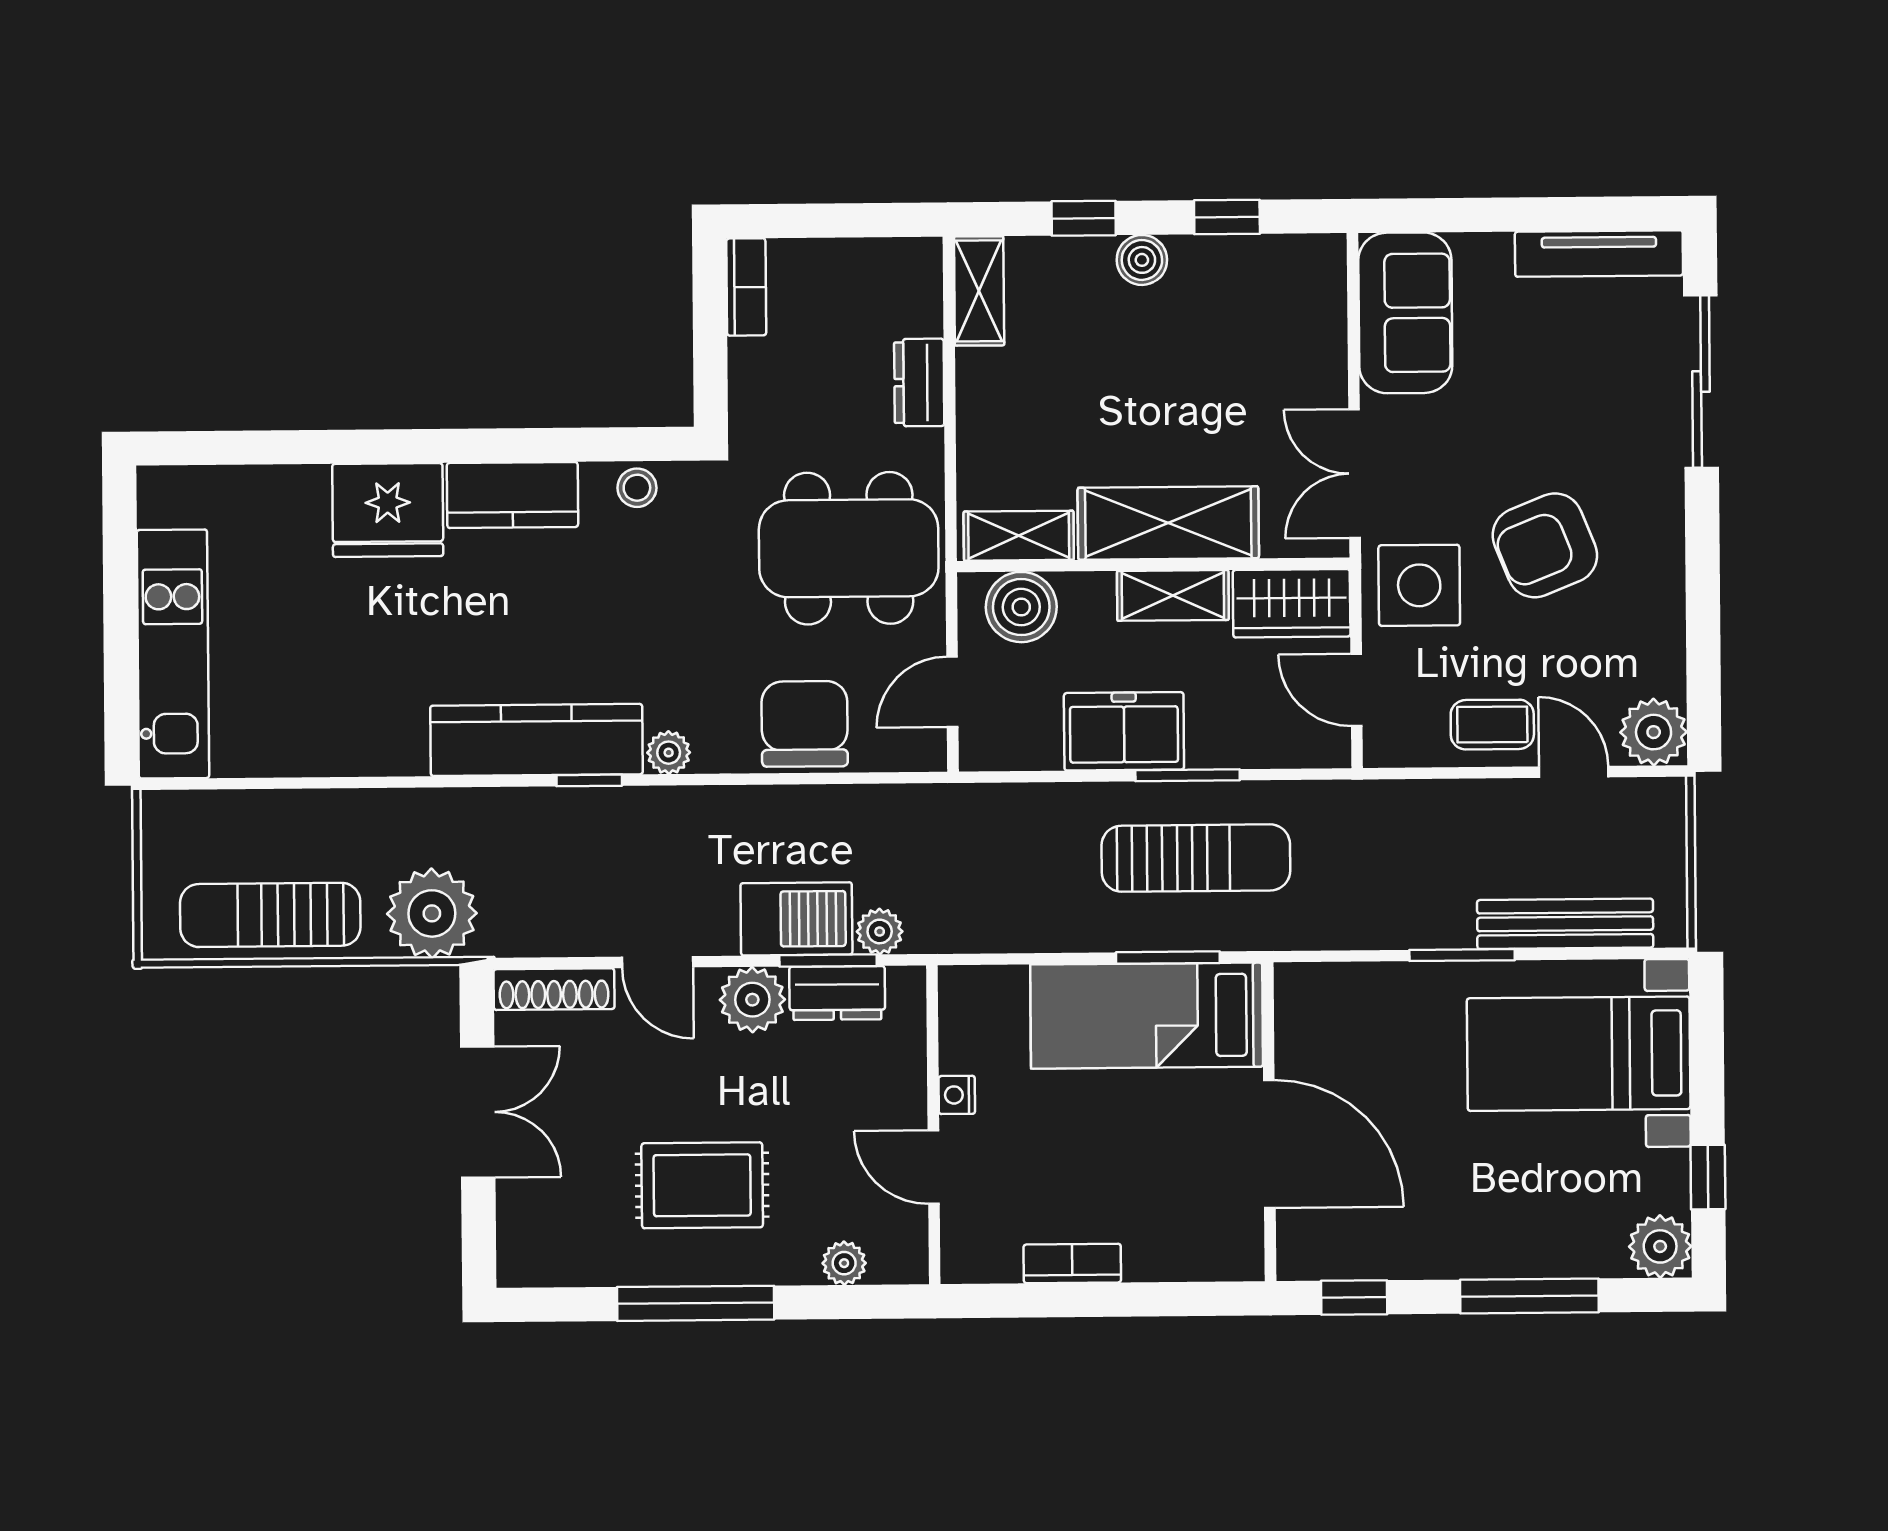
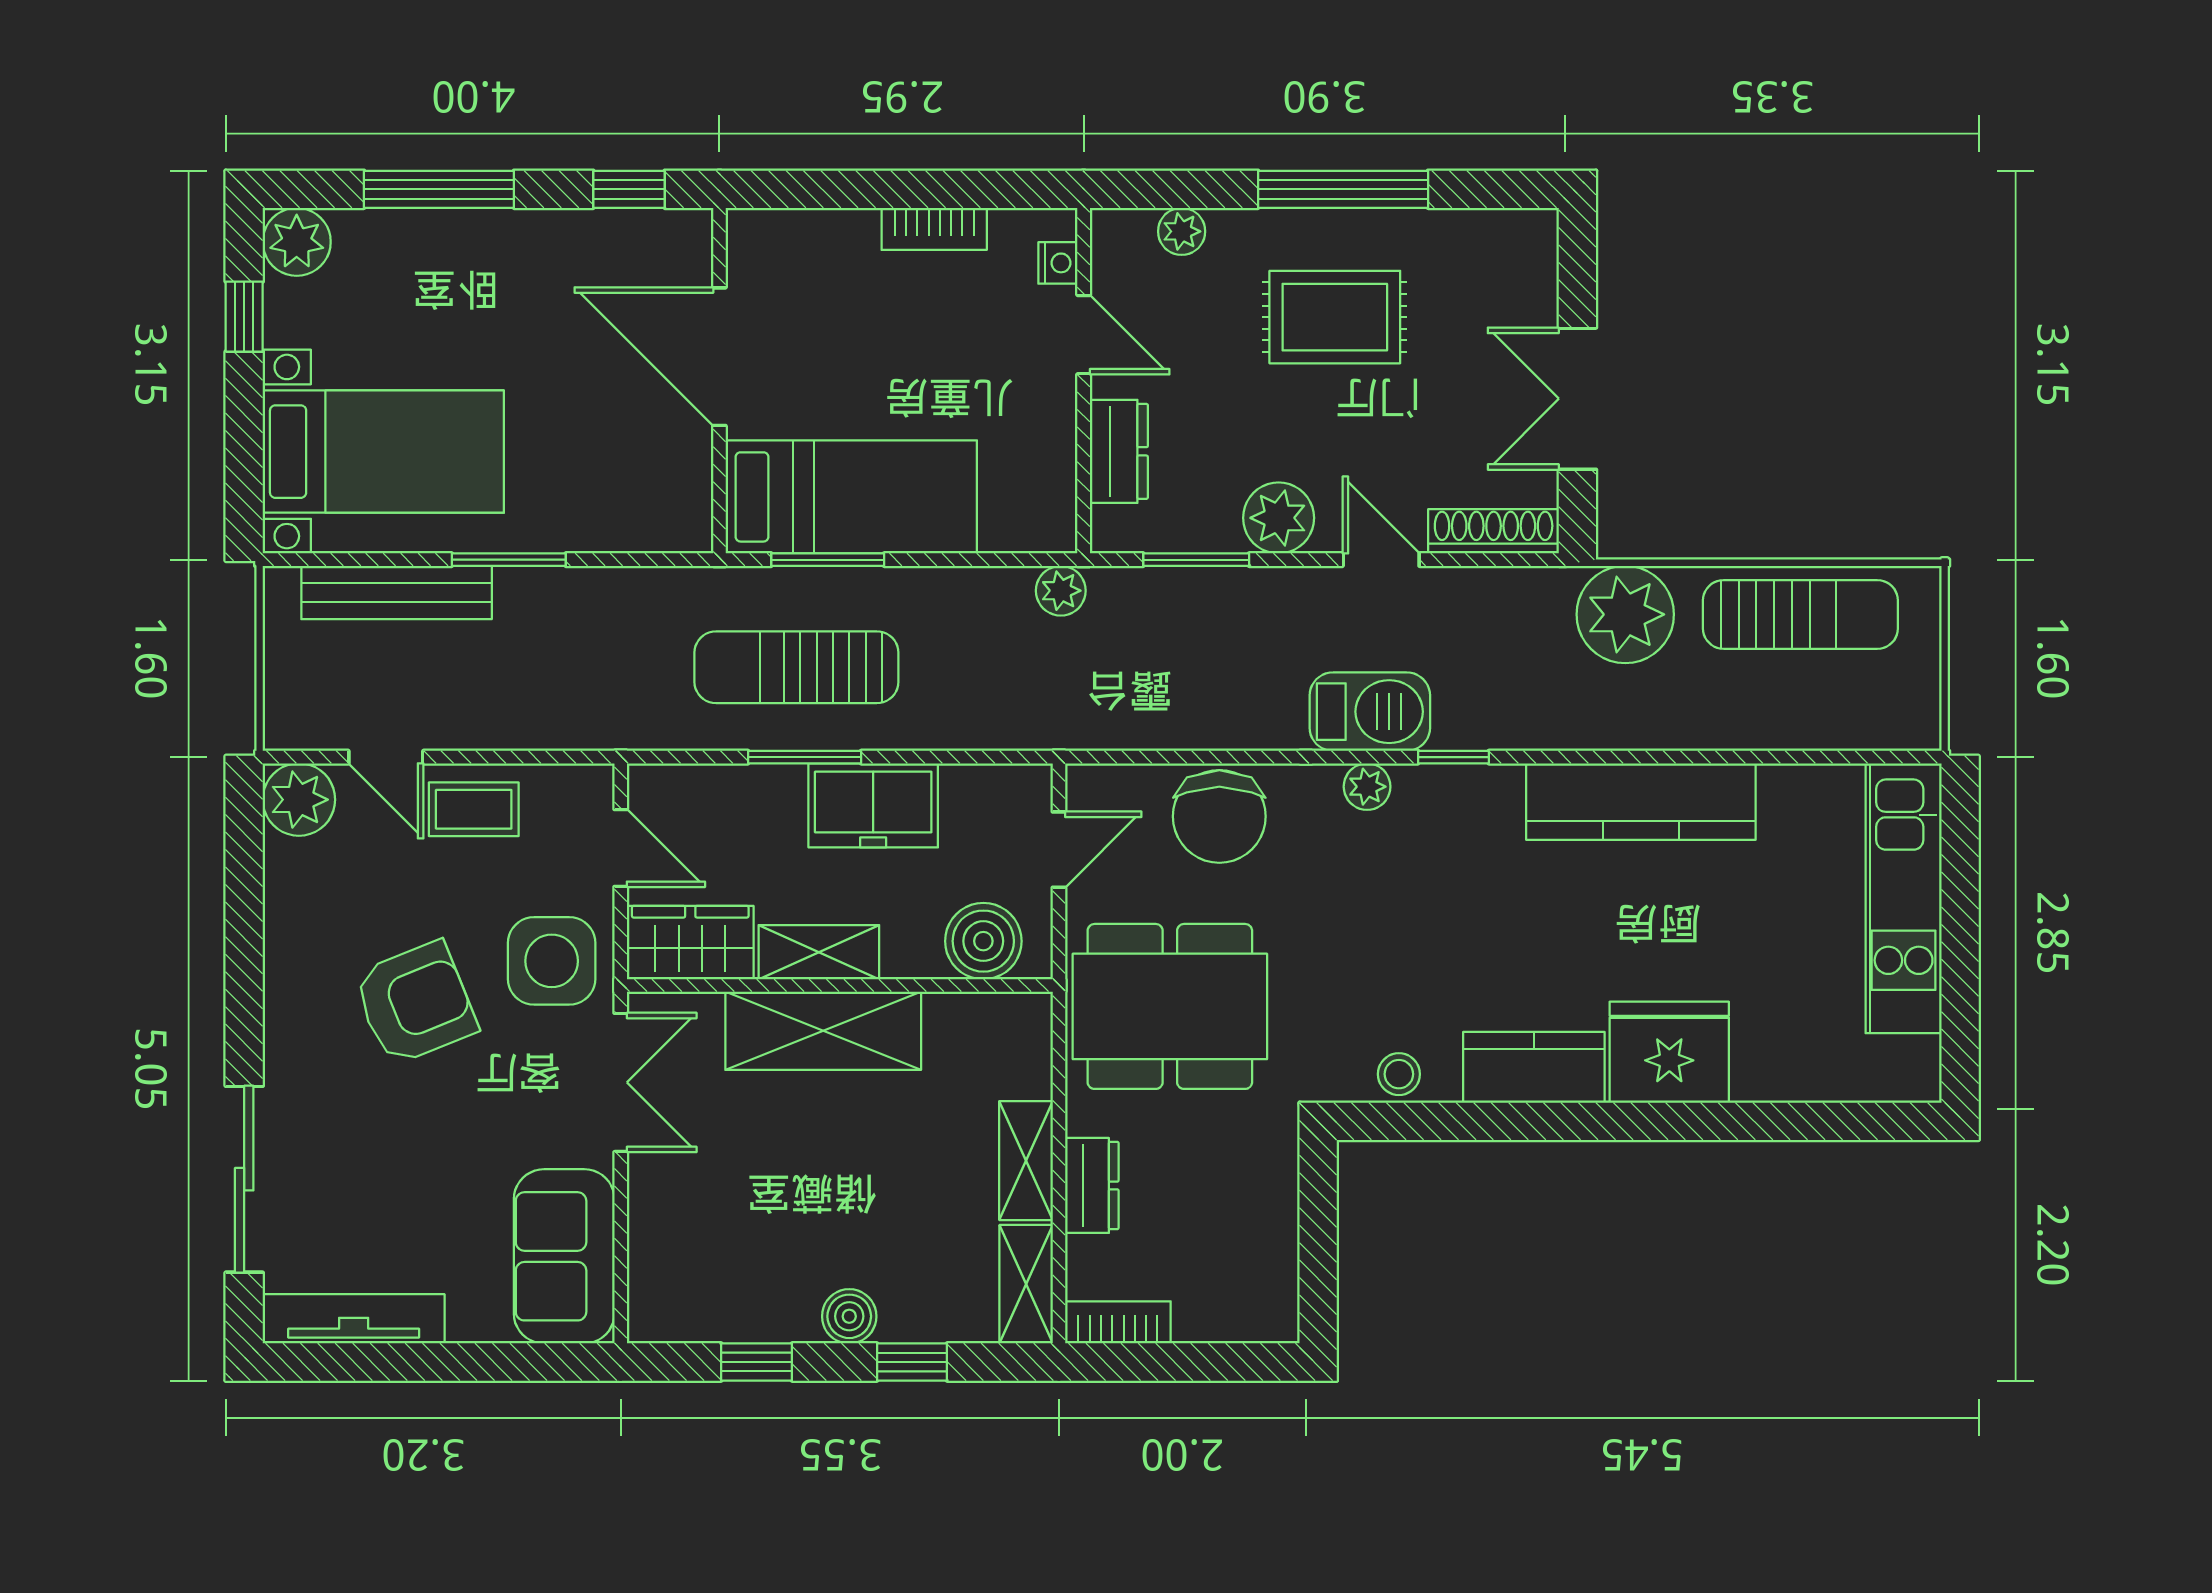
bookcase: (746, 287) -> (1118, 1322), moved, turned 90
shelving: (1019, 536) -> (1026, 1161), moved, turned 90
kitchen counter: (537, 740) -> (1641, 802), moved
barbecue: (796, 919) -> (1370, 712), moved, turned 180
plant: (880, 931) -> (1061, 591), moved
dresser: (837, 993) -> (1119, 451), moved, turned 90
nightstand: (957, 1095) -> (1058, 263), moved

